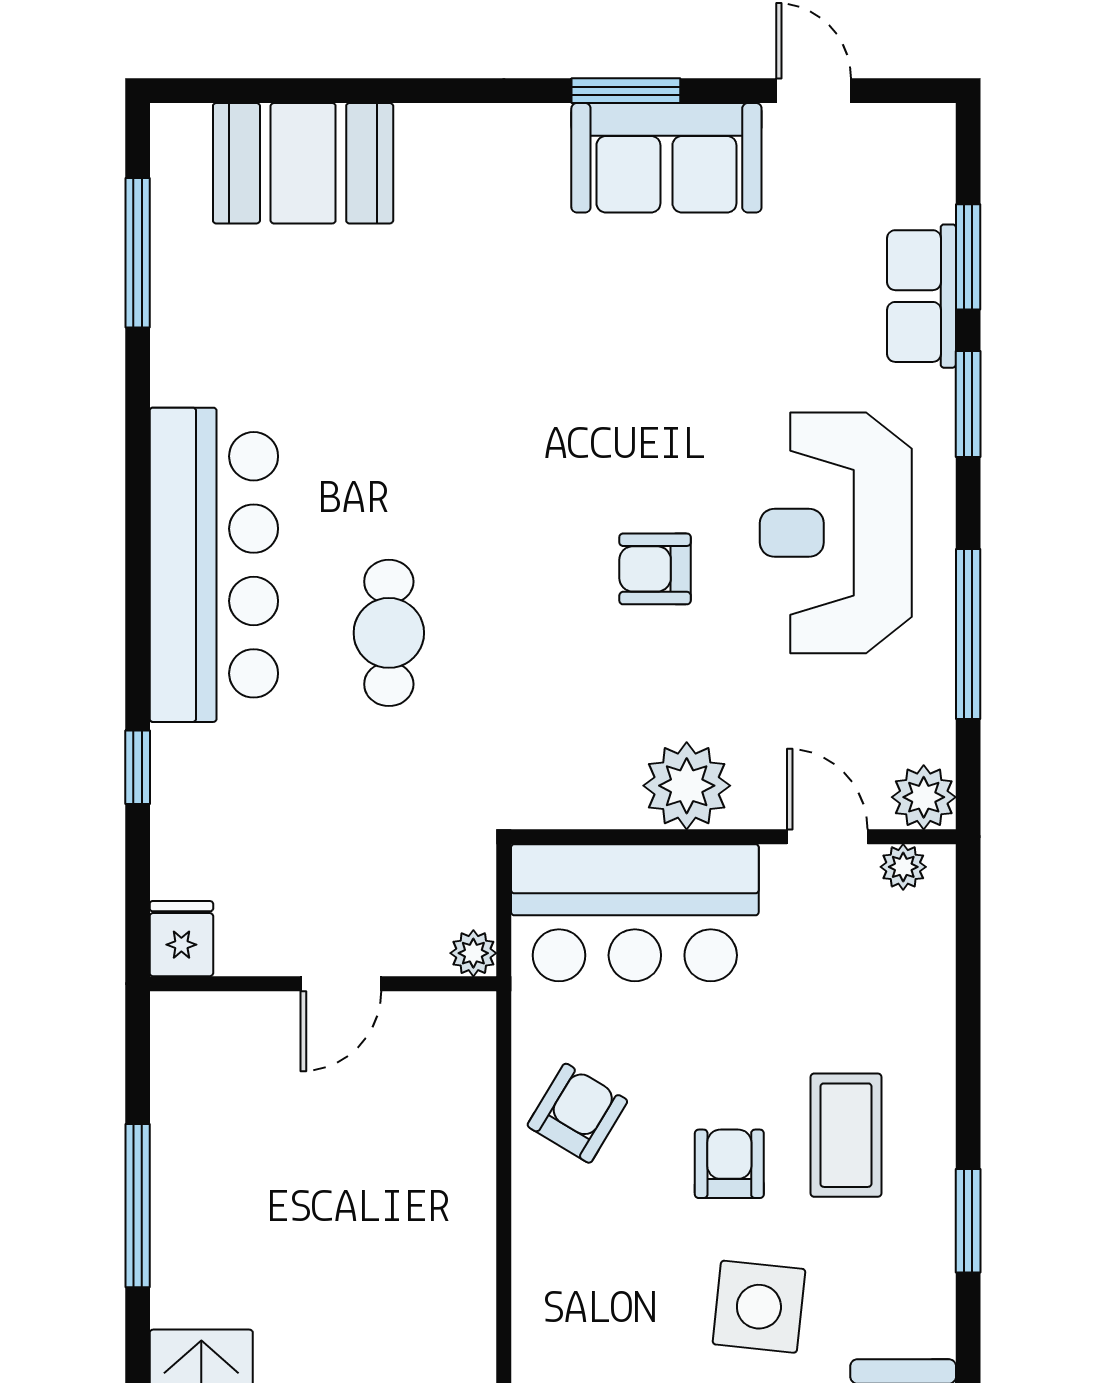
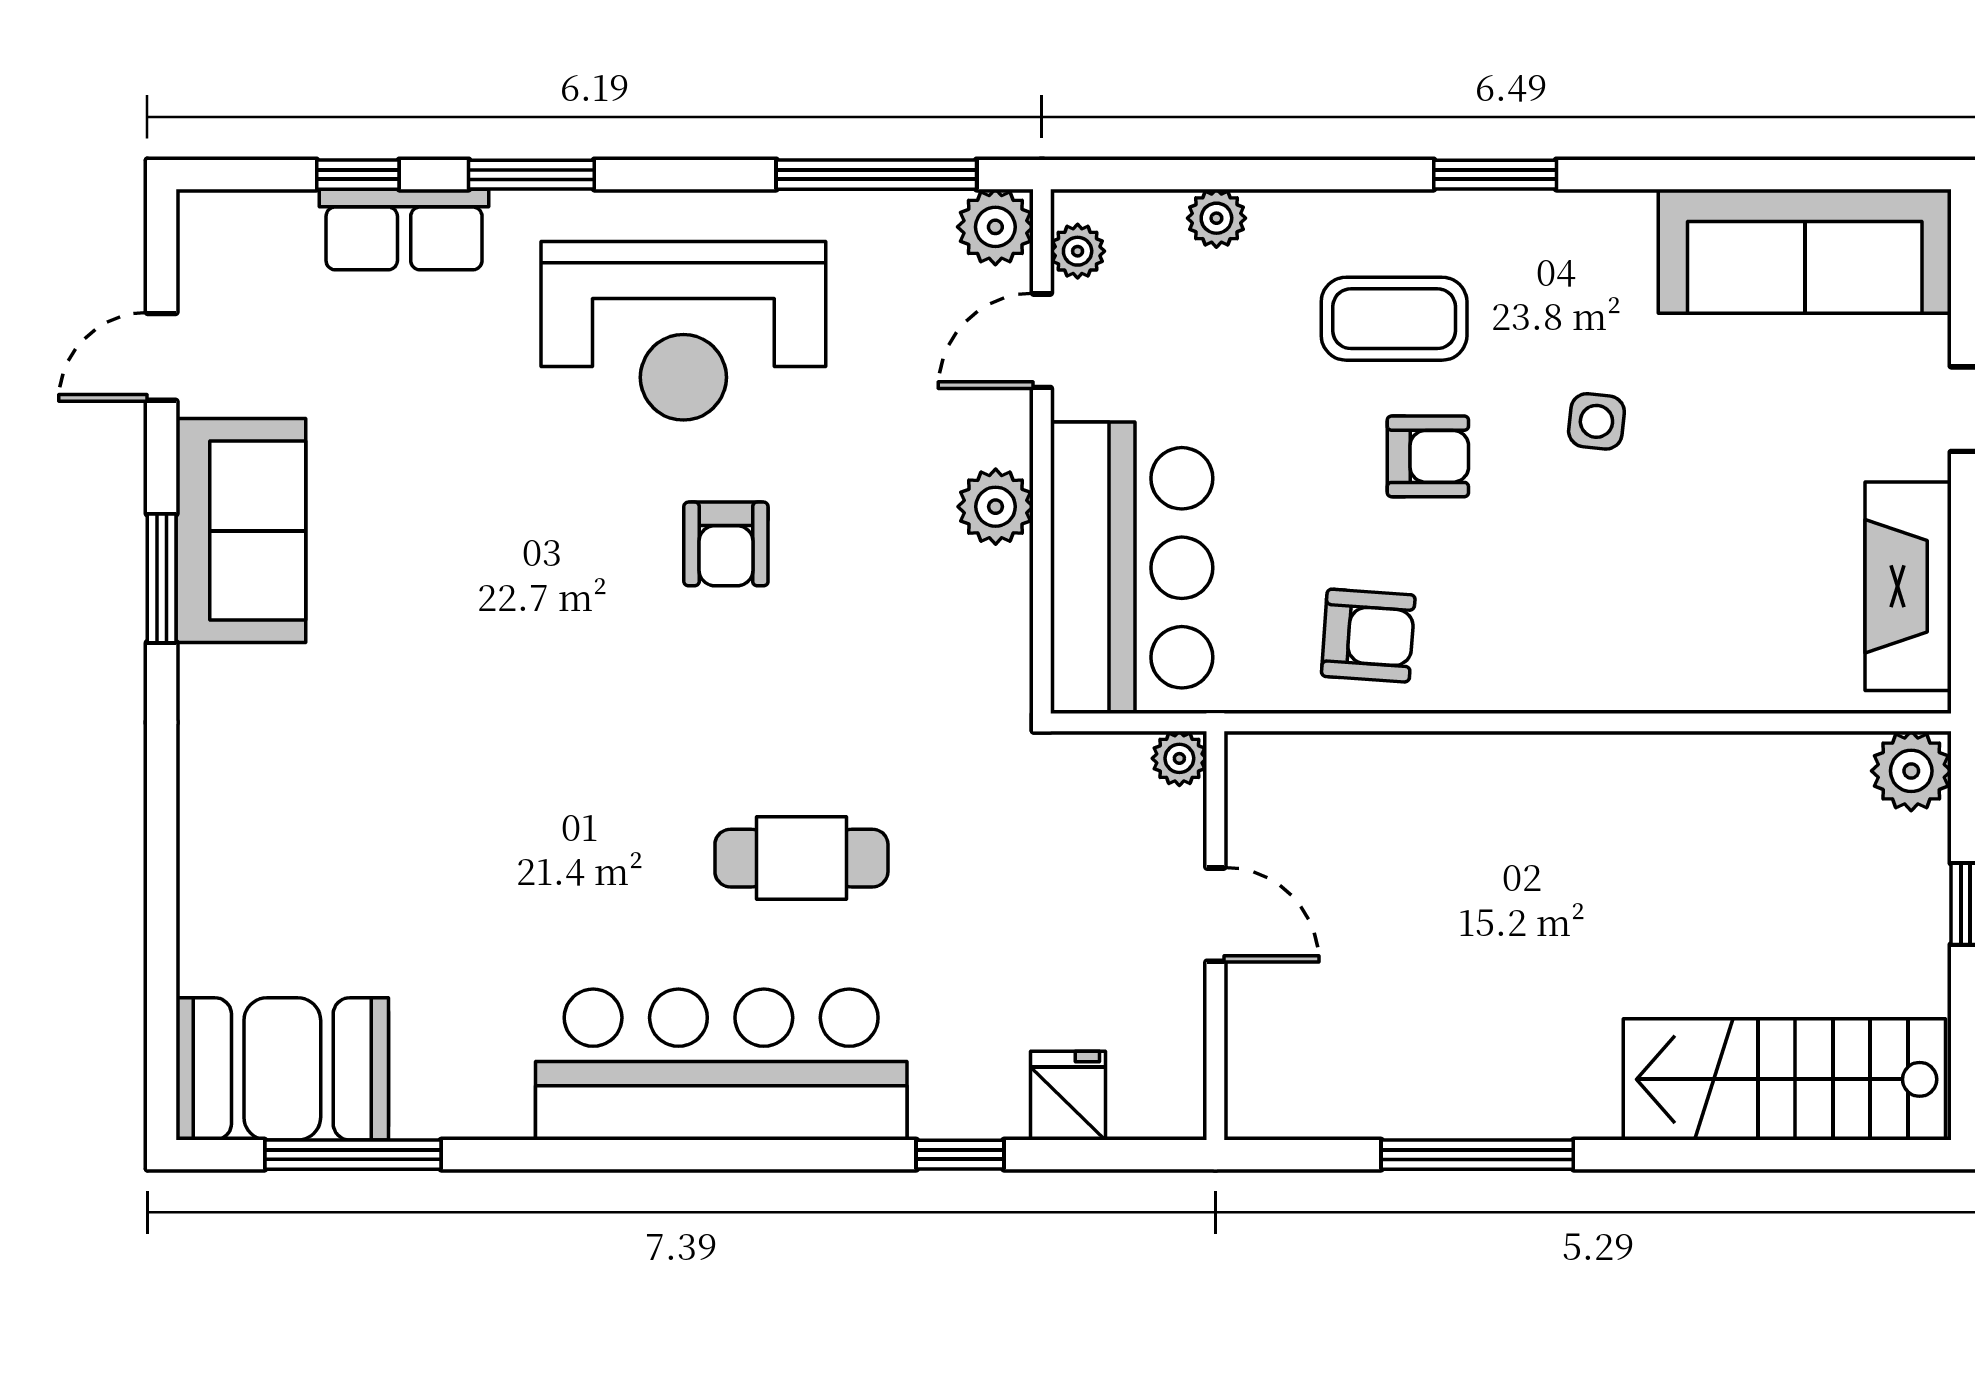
booth: (303, 163) -> (282, 1069), moved, turned 90
window: (968, 257) -> (358, 175), width x0.67
window: (968, 634) -> (876, 175), moved
plant: (687, 786) -> (996, 507), width x0.73, depth x0.73
fridge: (181, 939) -> (1068, 1096), moved, turned 90
plant: (931, 985) -> (1216, 218), added
armchair: (577, 1113) -> (1368, 636), turned 153
armchair: (729, 1164) -> (1428, 456), turned 180
side table: (759, 1307) -> (1596, 421), width x0.54, depth x0.54

